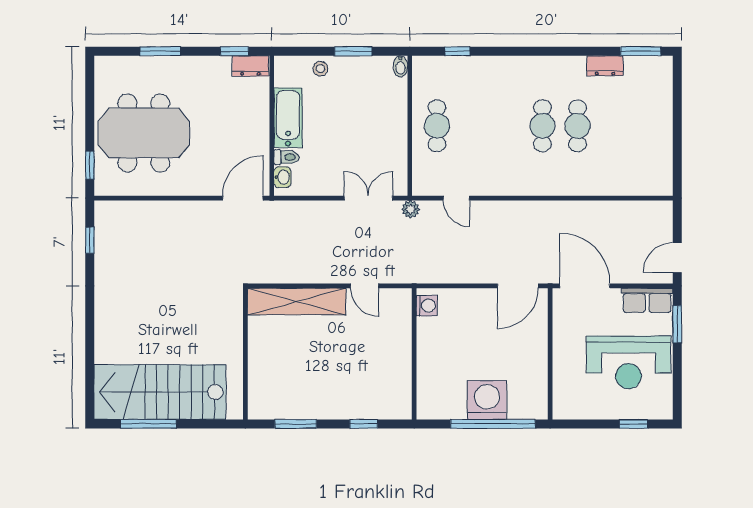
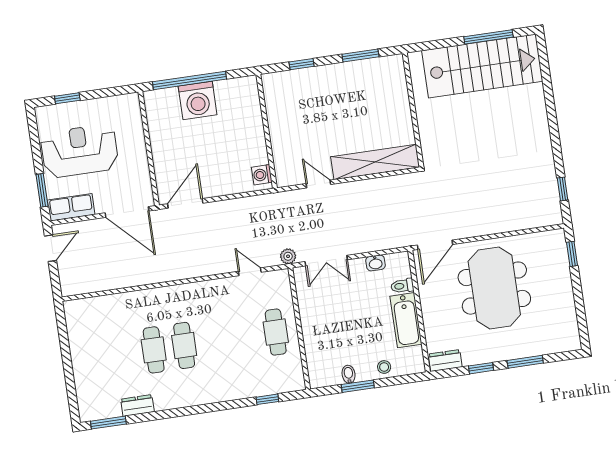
window: (234, 51) -> (481, 368), moved
bidet: (400, 66) -> (349, 374), moved
meeting table: (144, 133) -> (494, 288), moved, turned 90
washbasin: (282, 177) -> (376, 263), moved, turned -90

